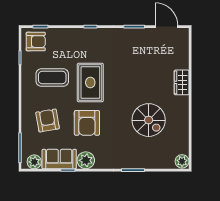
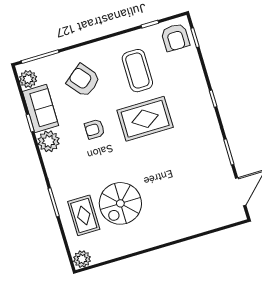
wardrobe: (182, 82) -> (178, 230), removed
armchair: (48, 120) -> (83, 80), turned -119
armchair: (87, 123) -> (95, 129), width x0.53, depth x0.53
rug: (150, 150) -> (84, 215), added

